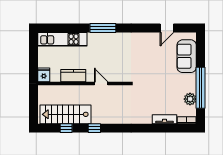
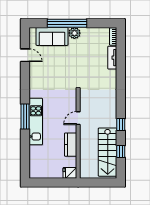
kitchen unit: (62, 39) -> (36, 122), moved
window: (201, 88) -> (67, 23), moved
plant: (190, 99) -> (74, 33), moved

